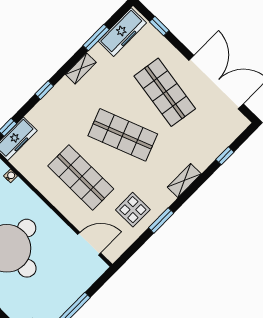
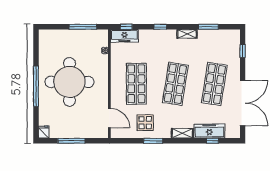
freezer: (122, 32) -> (209, 131), moved, turned 180
shop shelf: (123, 135) -> (175, 84), turned 30

